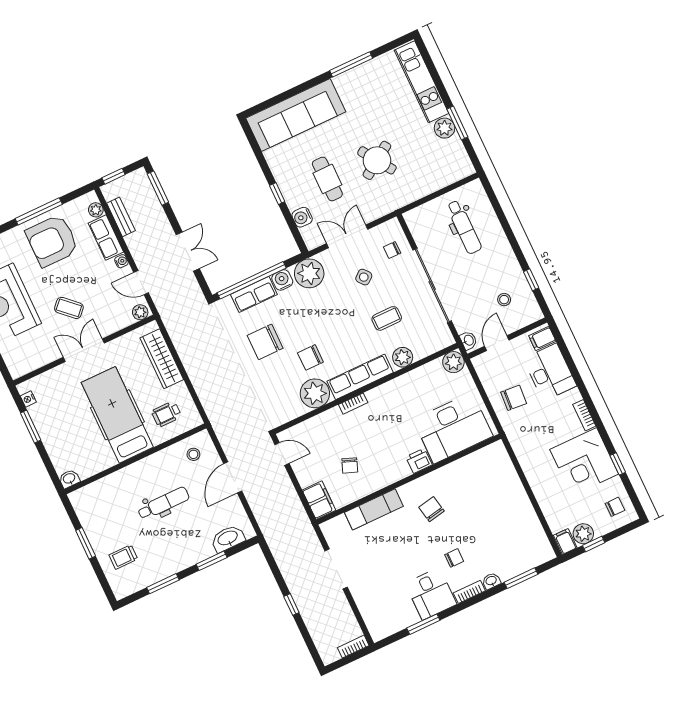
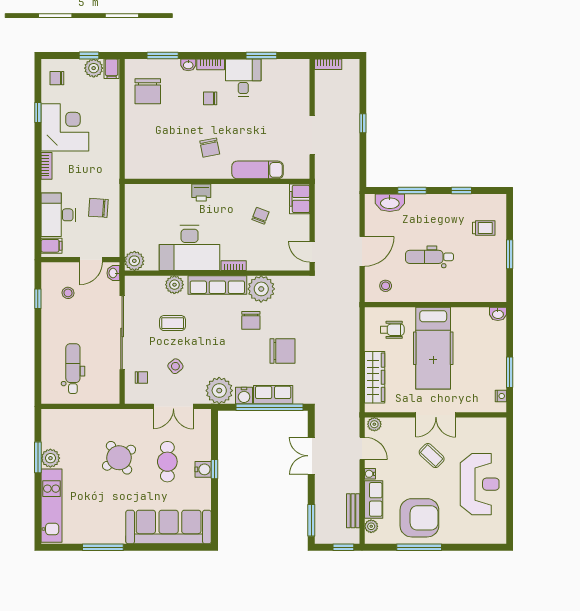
water cooler: (302, 217) -> (203, 469), moved
chair: (310, 357) -> (251, 320), turned 90
desk: (453, 428) -> (190, 248), moved, turned 180
chair: (519, 536) -> (148, 91), added
window: (163, 584) -> (461, 191), width x0.67

